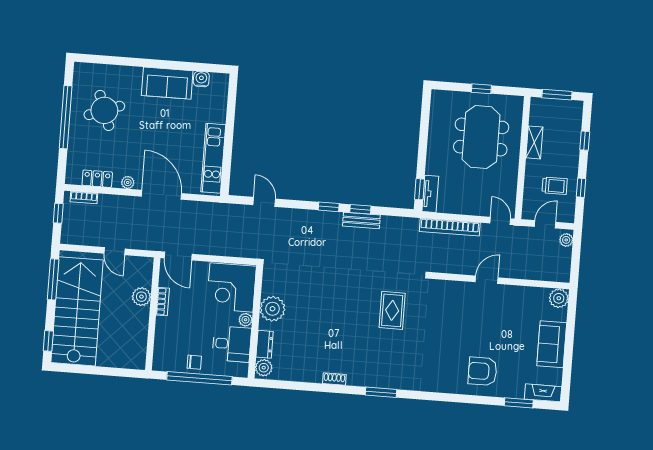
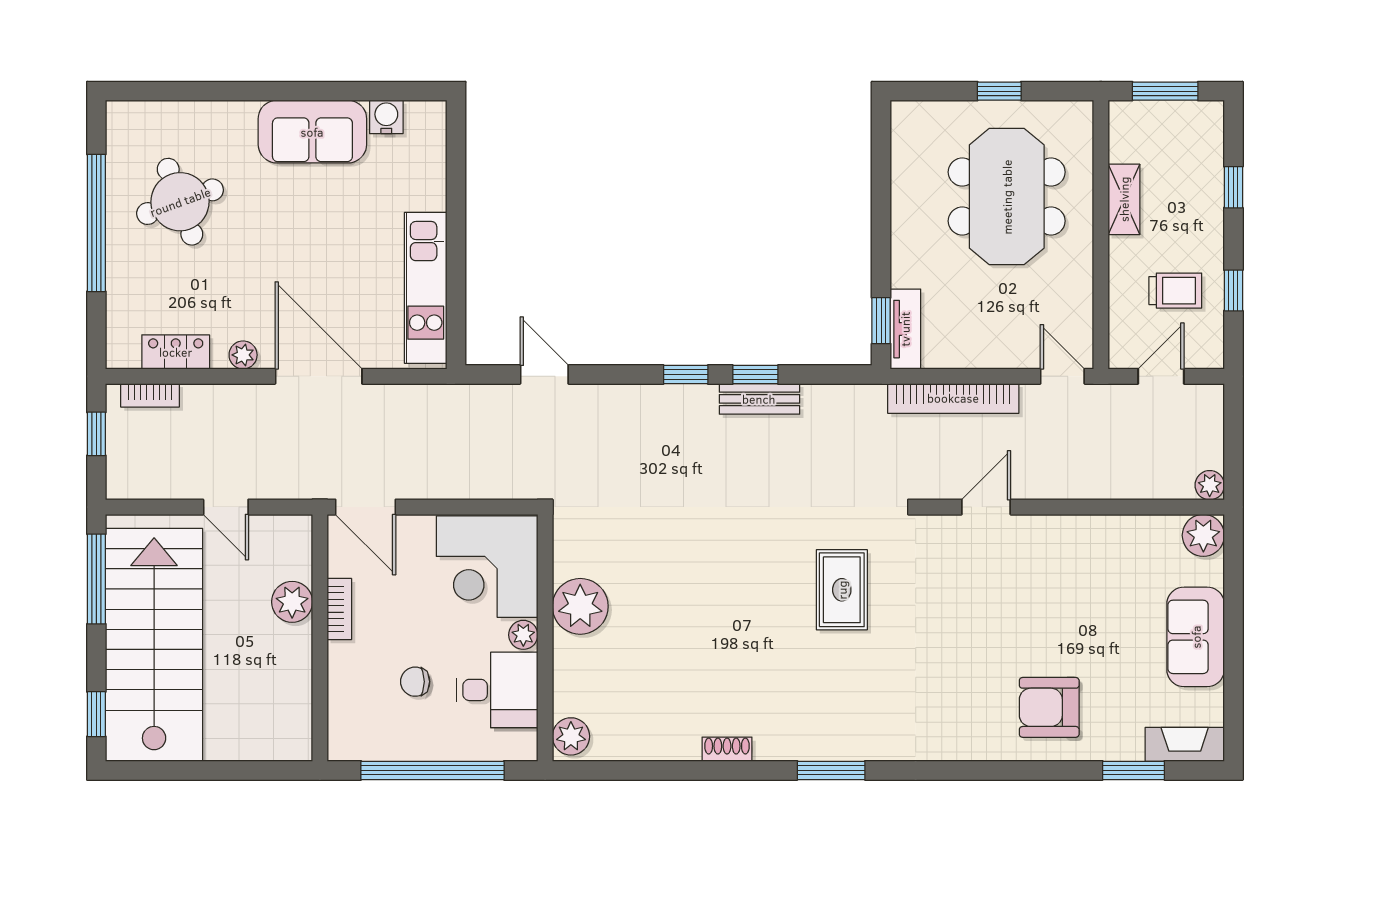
plant: (566, 240) -> (1210, 485), moved
door: (487, 280) -> (986, 507), moved
dresser: (265, 344) -> (569, 685), removed
chair: (194, 362) -> (415, 682), moved, turned 180

